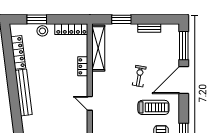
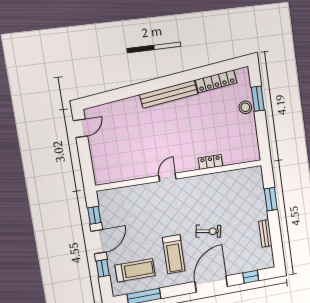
locker: (71, 29) -> (252, 142), removed
window: (184, 46) -> (251, 277), width x0.46
shelving: (98, 48) -> (234, 177), removed
door: (184, 80) -> (211, 284), hinge flipped

